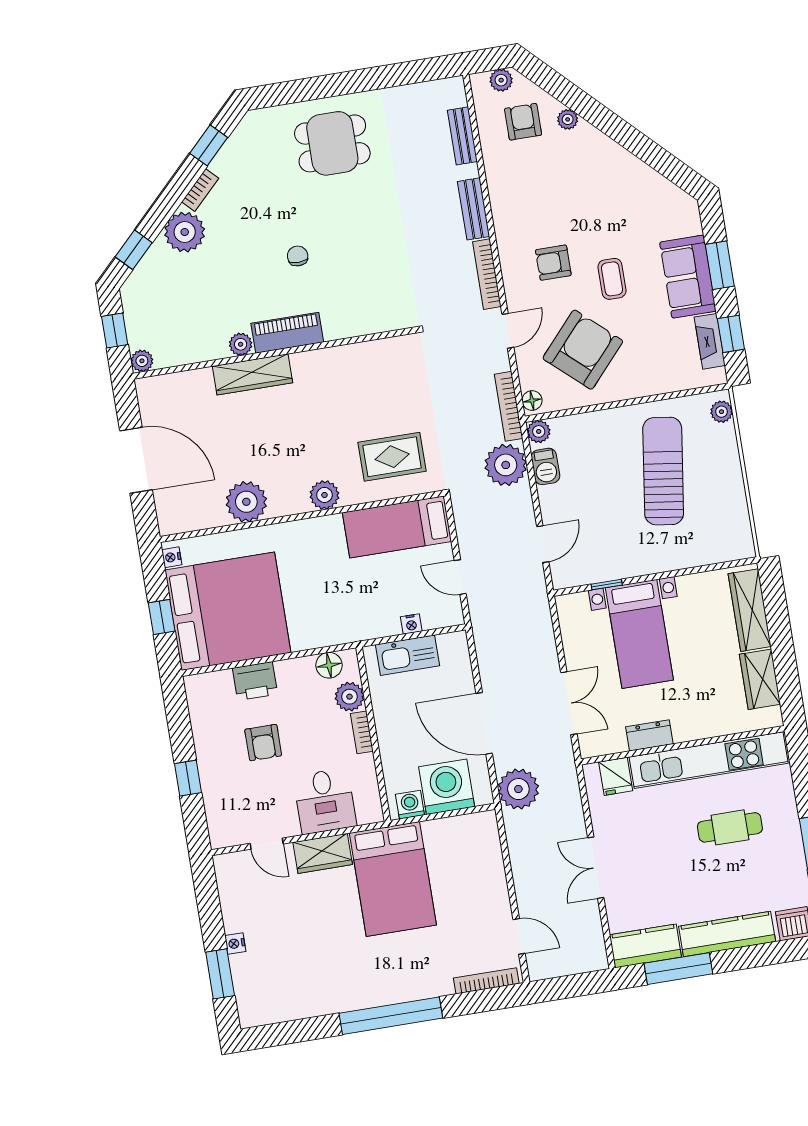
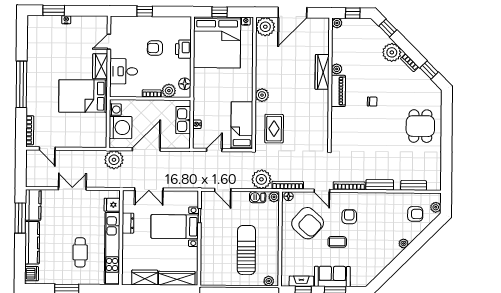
plant: (568, 119) -> (404, 243), moved
sun lounger: (663, 471) -> (246, 250), turned -98
plant: (246, 502) -> (265, 27), moved
door: (519, 936) -> (47, 149), hinge flipped

